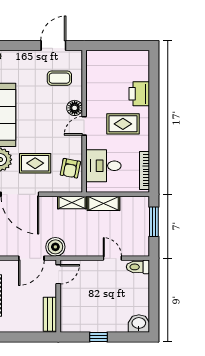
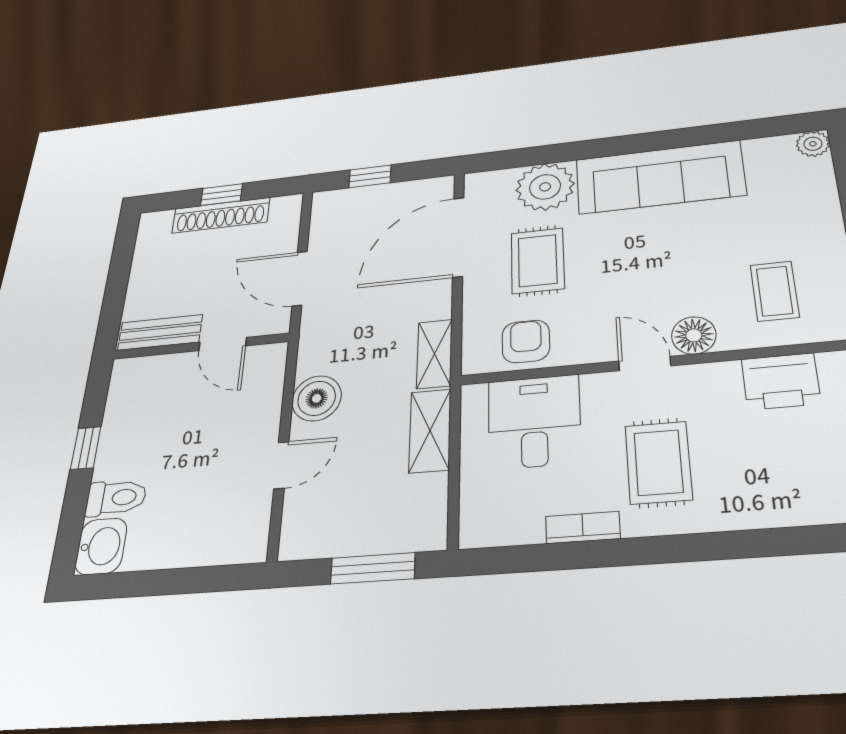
printer: (139, 94) -> (781, 381), moved, turned 180
armchair: (70, 168) -> (526, 341), turned 79
bookcase: (144, 170) -> (583, 528), moved, width x0.64
boiler: (55, 247) -> (317, 398), moved
toilet: (138, 267) -> (116, 498), moved, turned 90
door: (58, 274) -> (223, 344), moved

